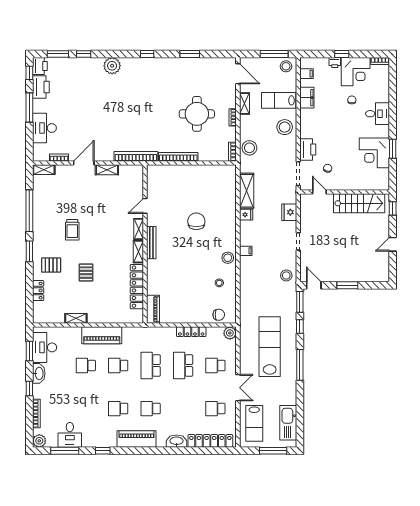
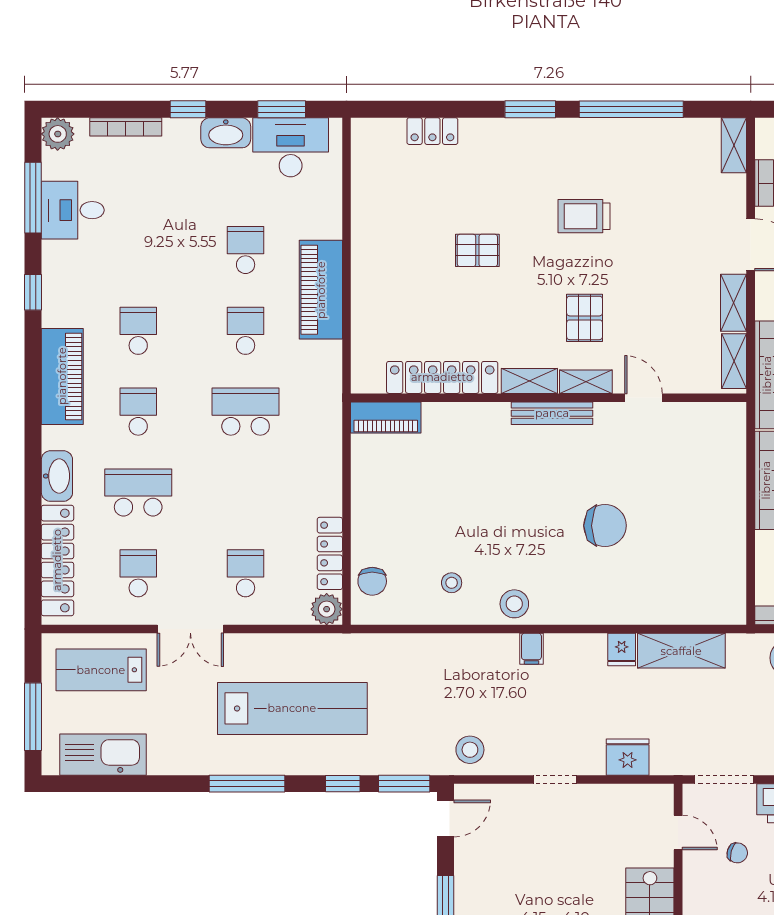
door: (319, 192) -> (678, 832), hinge flipped
pallet: (51, 265) -> (585, 318), moved
shelving: (76, 318) -> (734, 361), moved
locker: (191, 332) -> (330, 553), moved
school desk: (183, 366) -> (138, 492), moved

